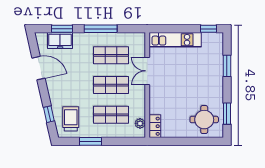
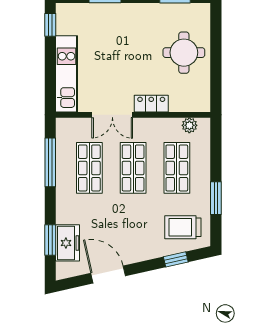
window: (101, 29) -> (50, 162), moved
door: (39, 68) -> (108, 275), hinge flipped
round table: (204, 120) -> (184, 53), moved
locker: (155, 126) -> (151, 104), moved

